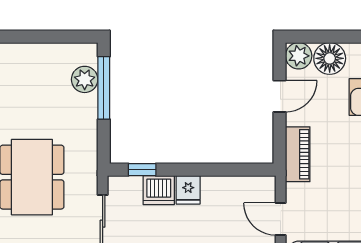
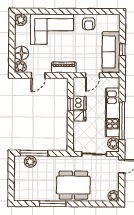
door: (279, 96) -> (38, 75), swing flipped
window: (142, 170) -> (70, 104), moved
dishwasher: (159, 190) -> (80, 103), moved

